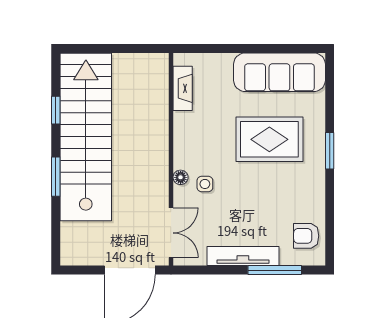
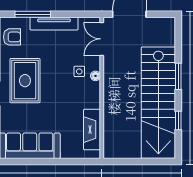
fireplace: (183, 88) -> (92, 130), width x1.37, depth x1.32
rug: (269, 139) -> (25, 81), moved, turned 90

